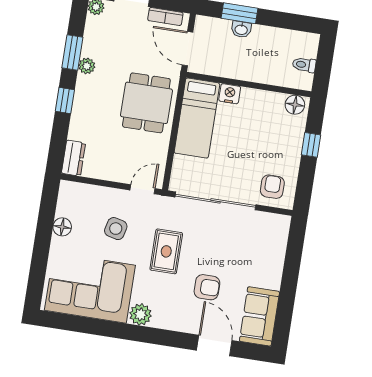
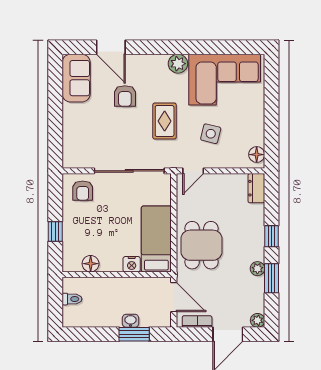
floor lamp: (295, 105) -> (91, 264), moved
floor lamp: (62, 227) -> (257, 155), moved
armchair: (207, 287) -> (125, 96), turned -90

